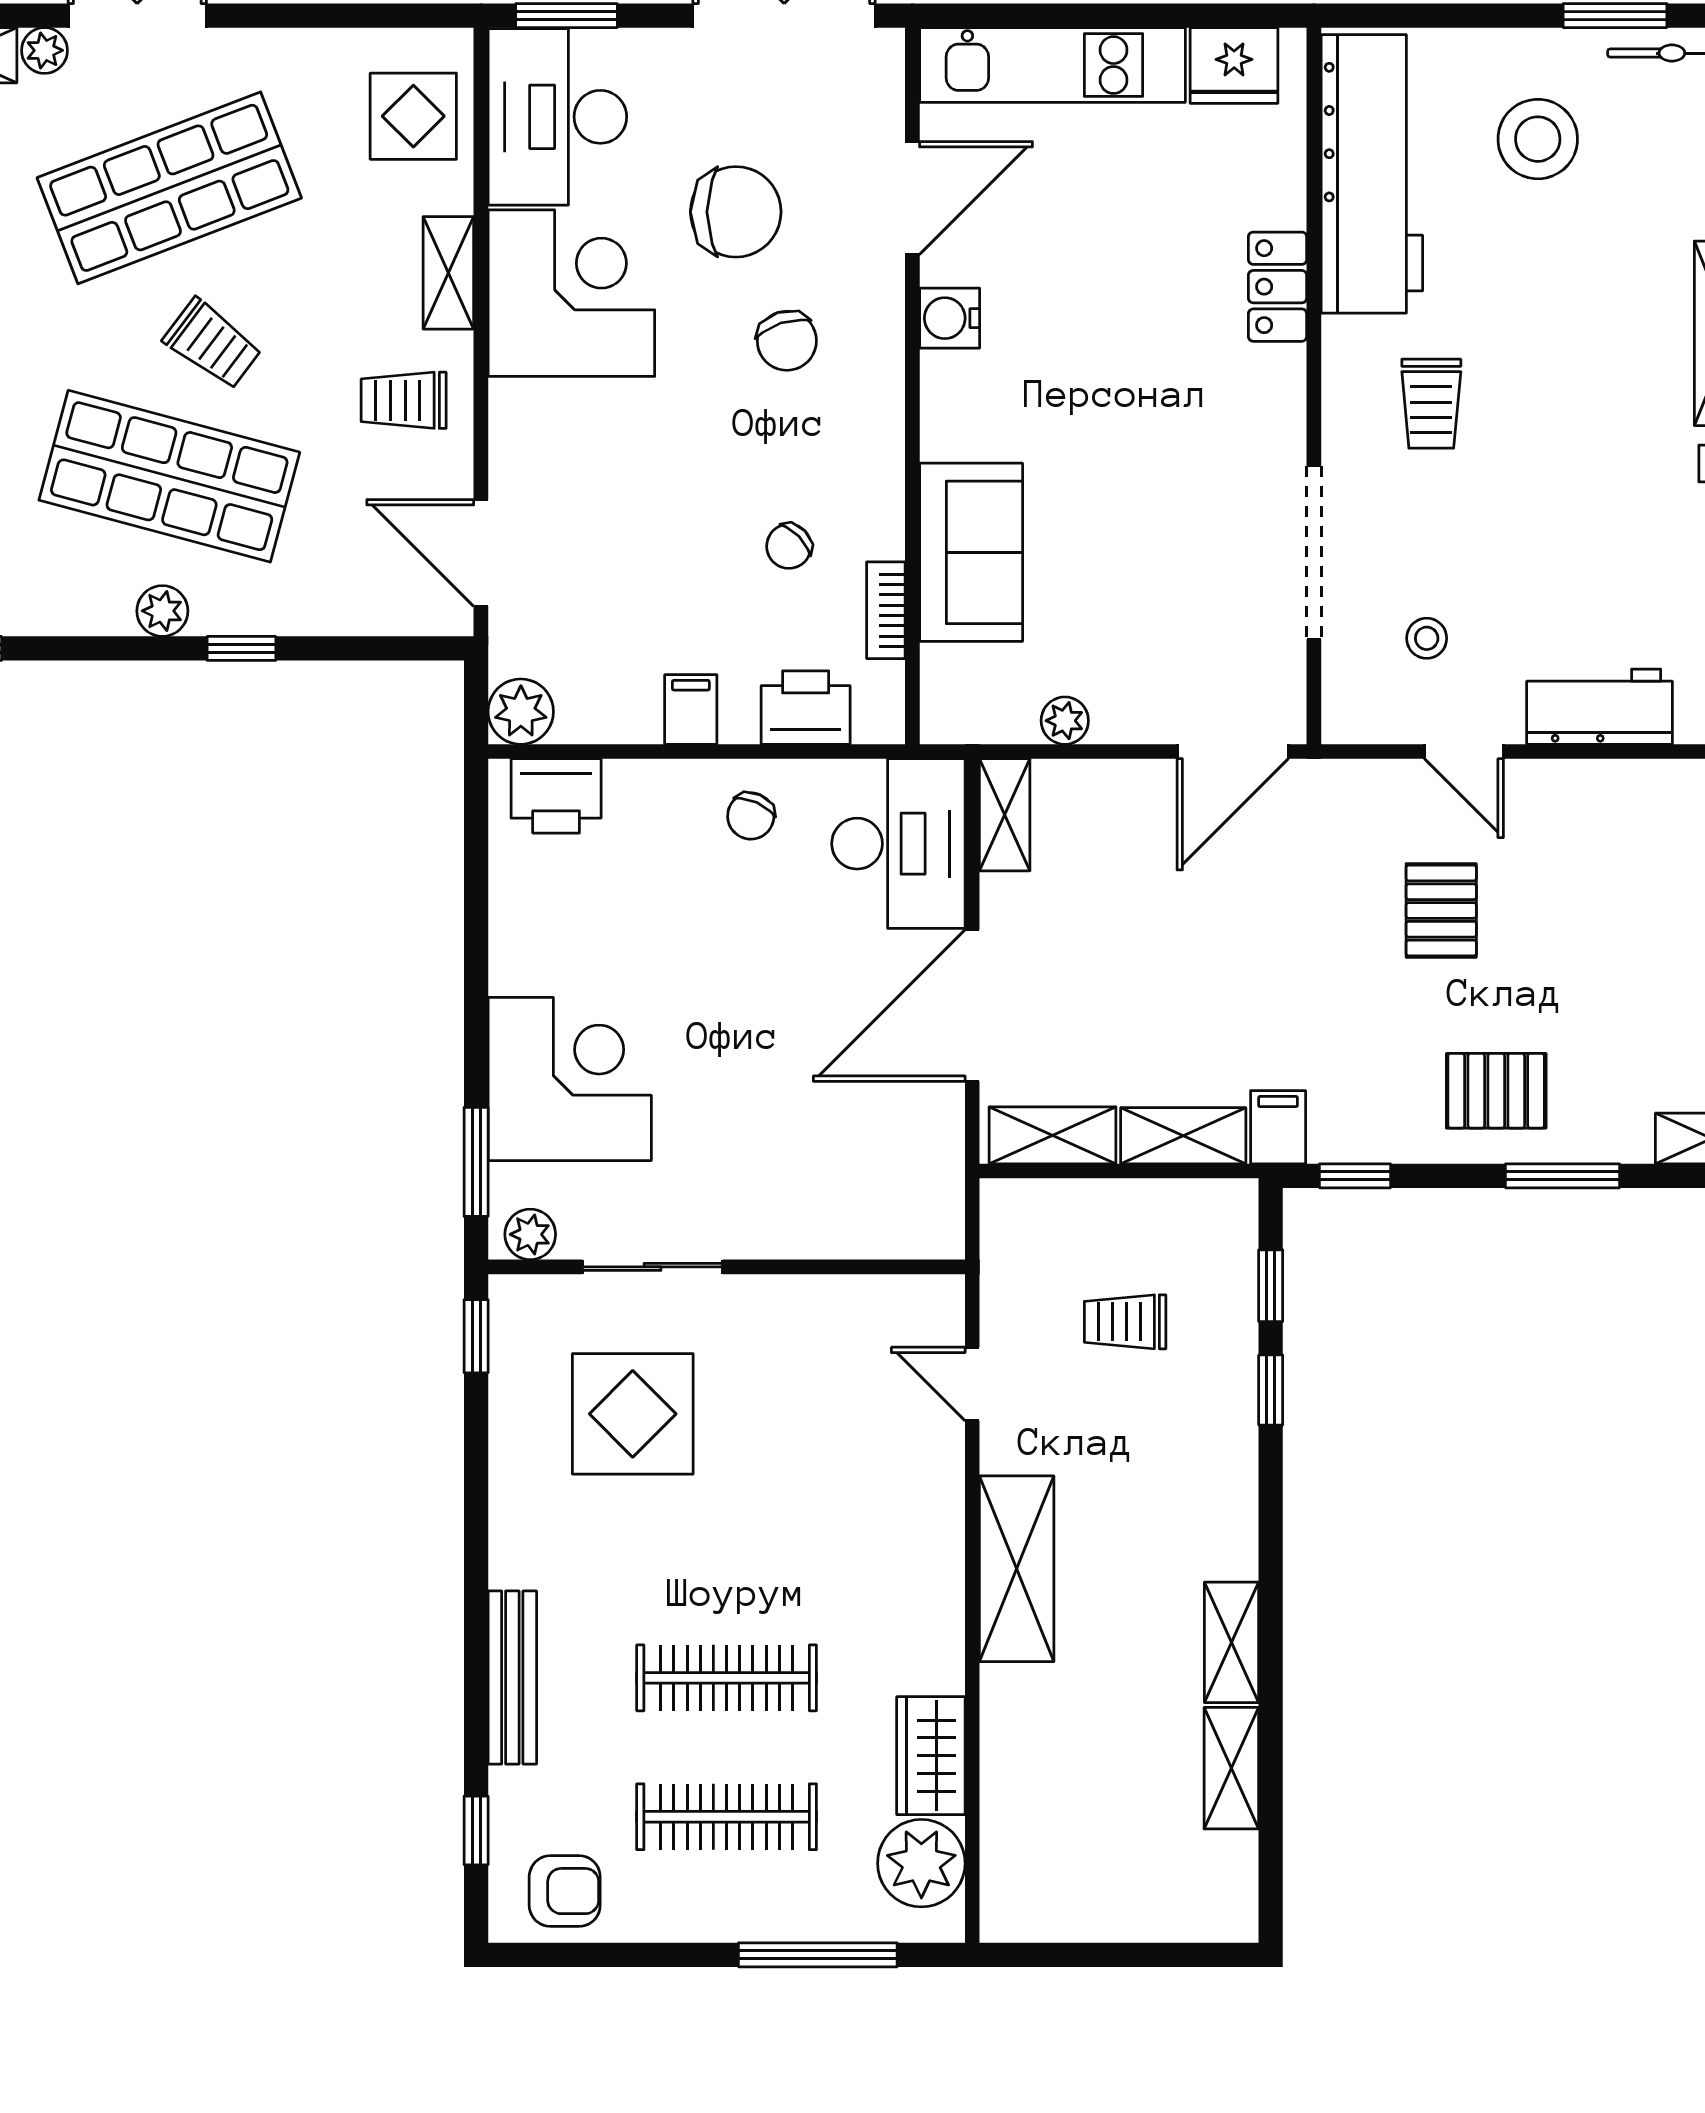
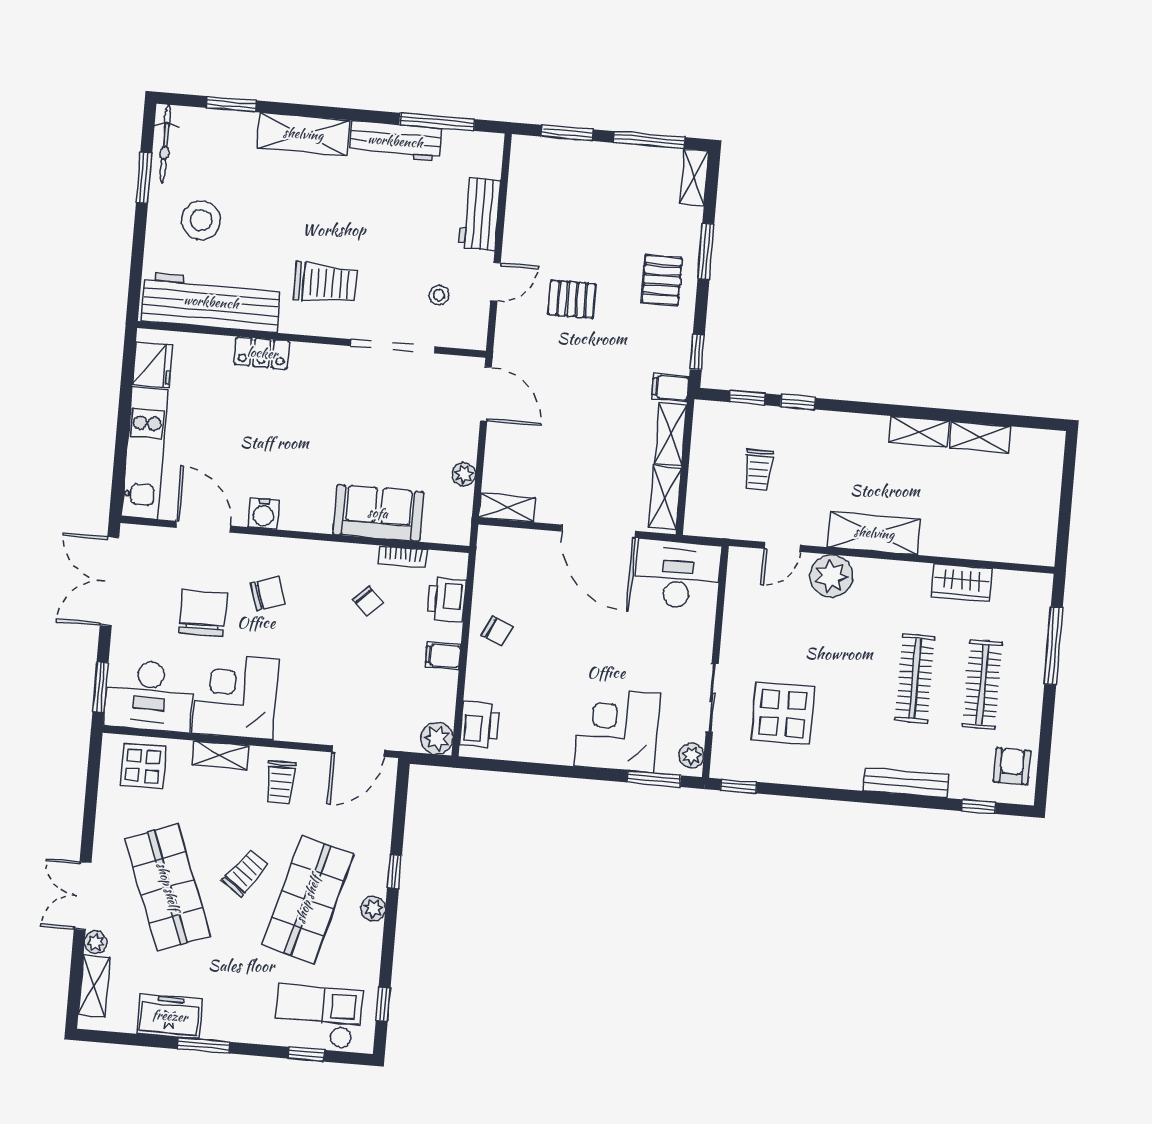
trolley: (1431, 404) -> (325, 283), width x1.36, depth x1.39
desk: (898, 844) -> (678, 574), moved
plant: (921, 1863) -> (831, 576), moved

